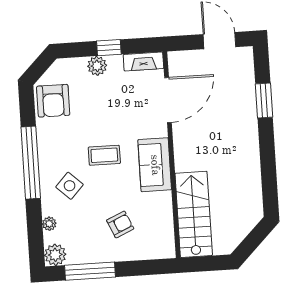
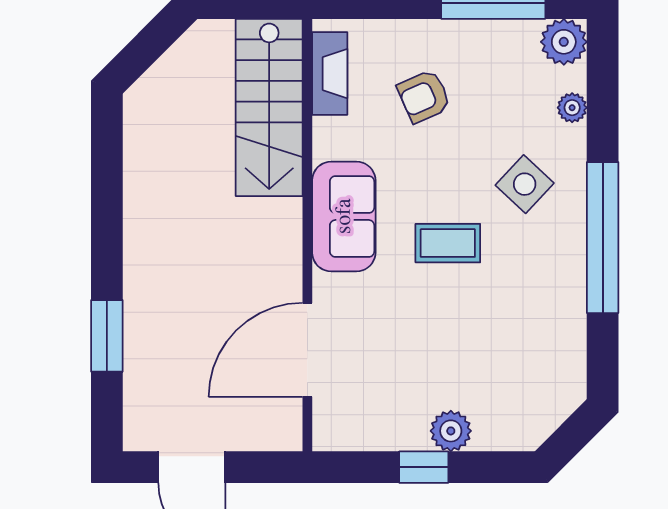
fireplace: (143, 61) -> (330, 74), moved, turned 90
armchair: (53, 101) -> (547, 364), removed

